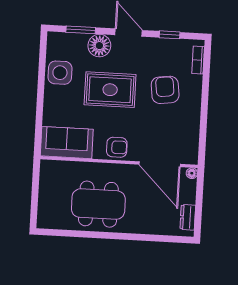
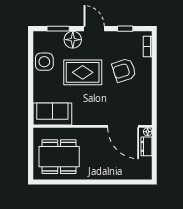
armchair: (165, 90) -> (124, 70), turned -101
armchair: (117, 147) -> (90, 115), removed
dining table: (98, 204) -> (59, 157), moved
dresser: (188, 217) -> (146, 146), moved

